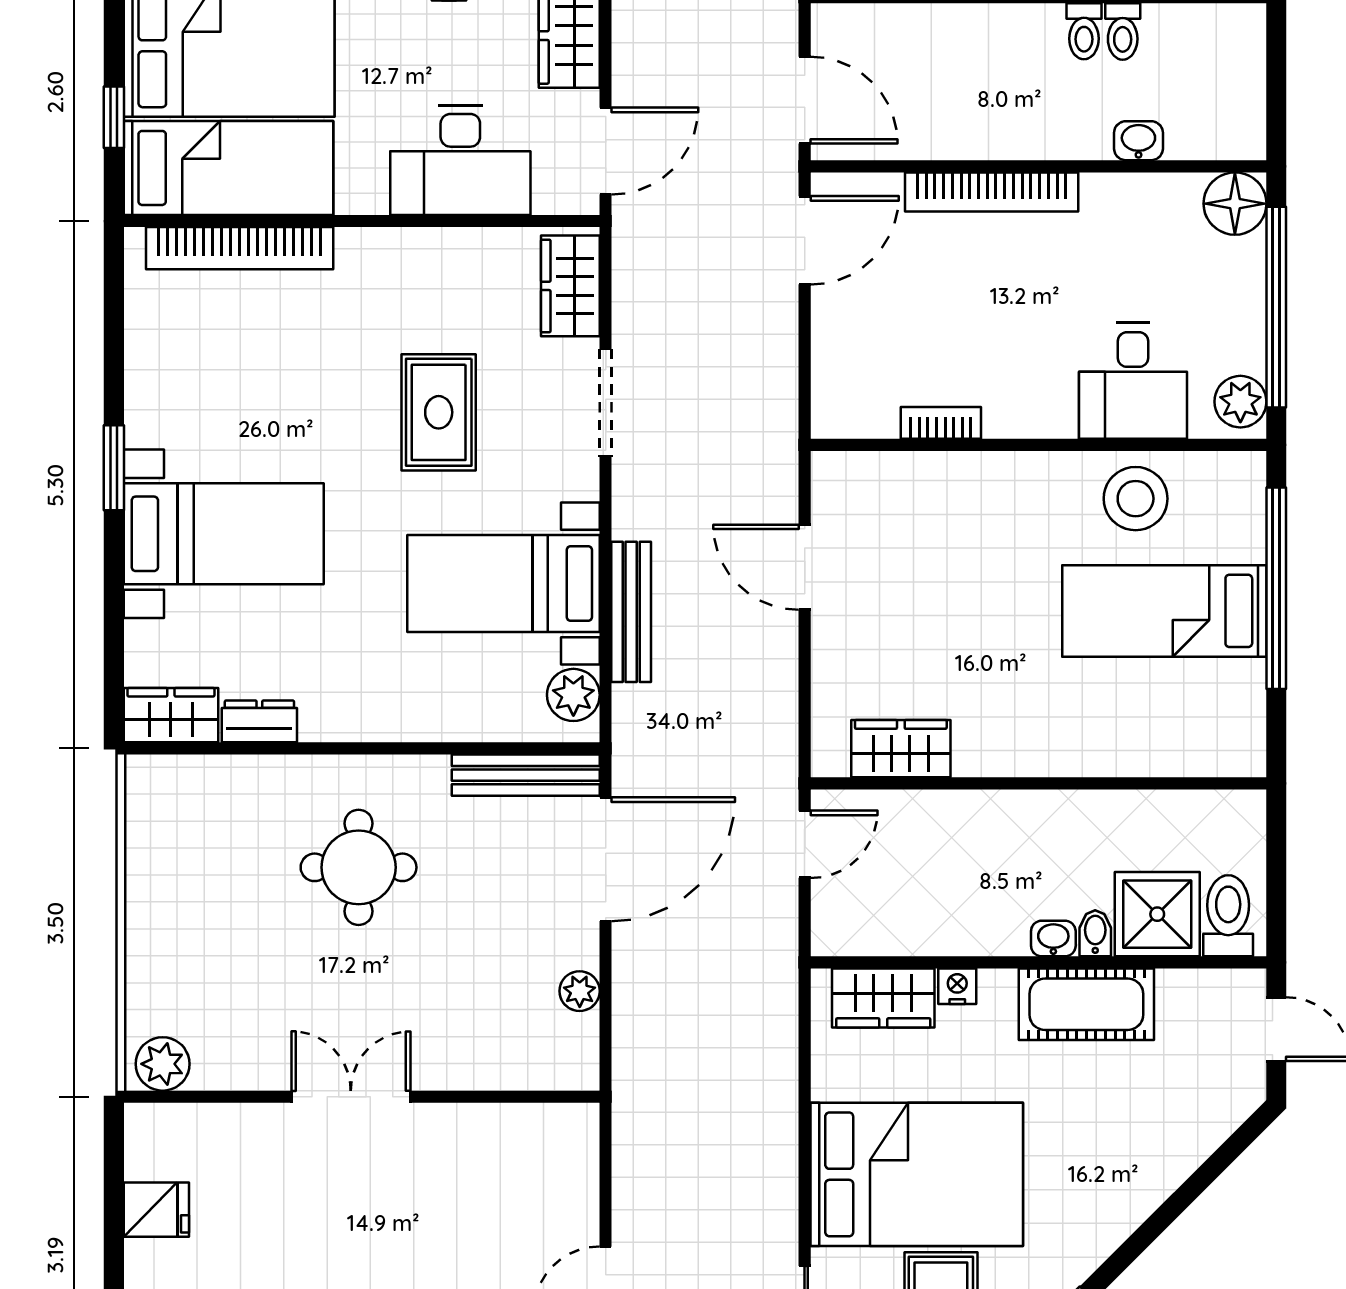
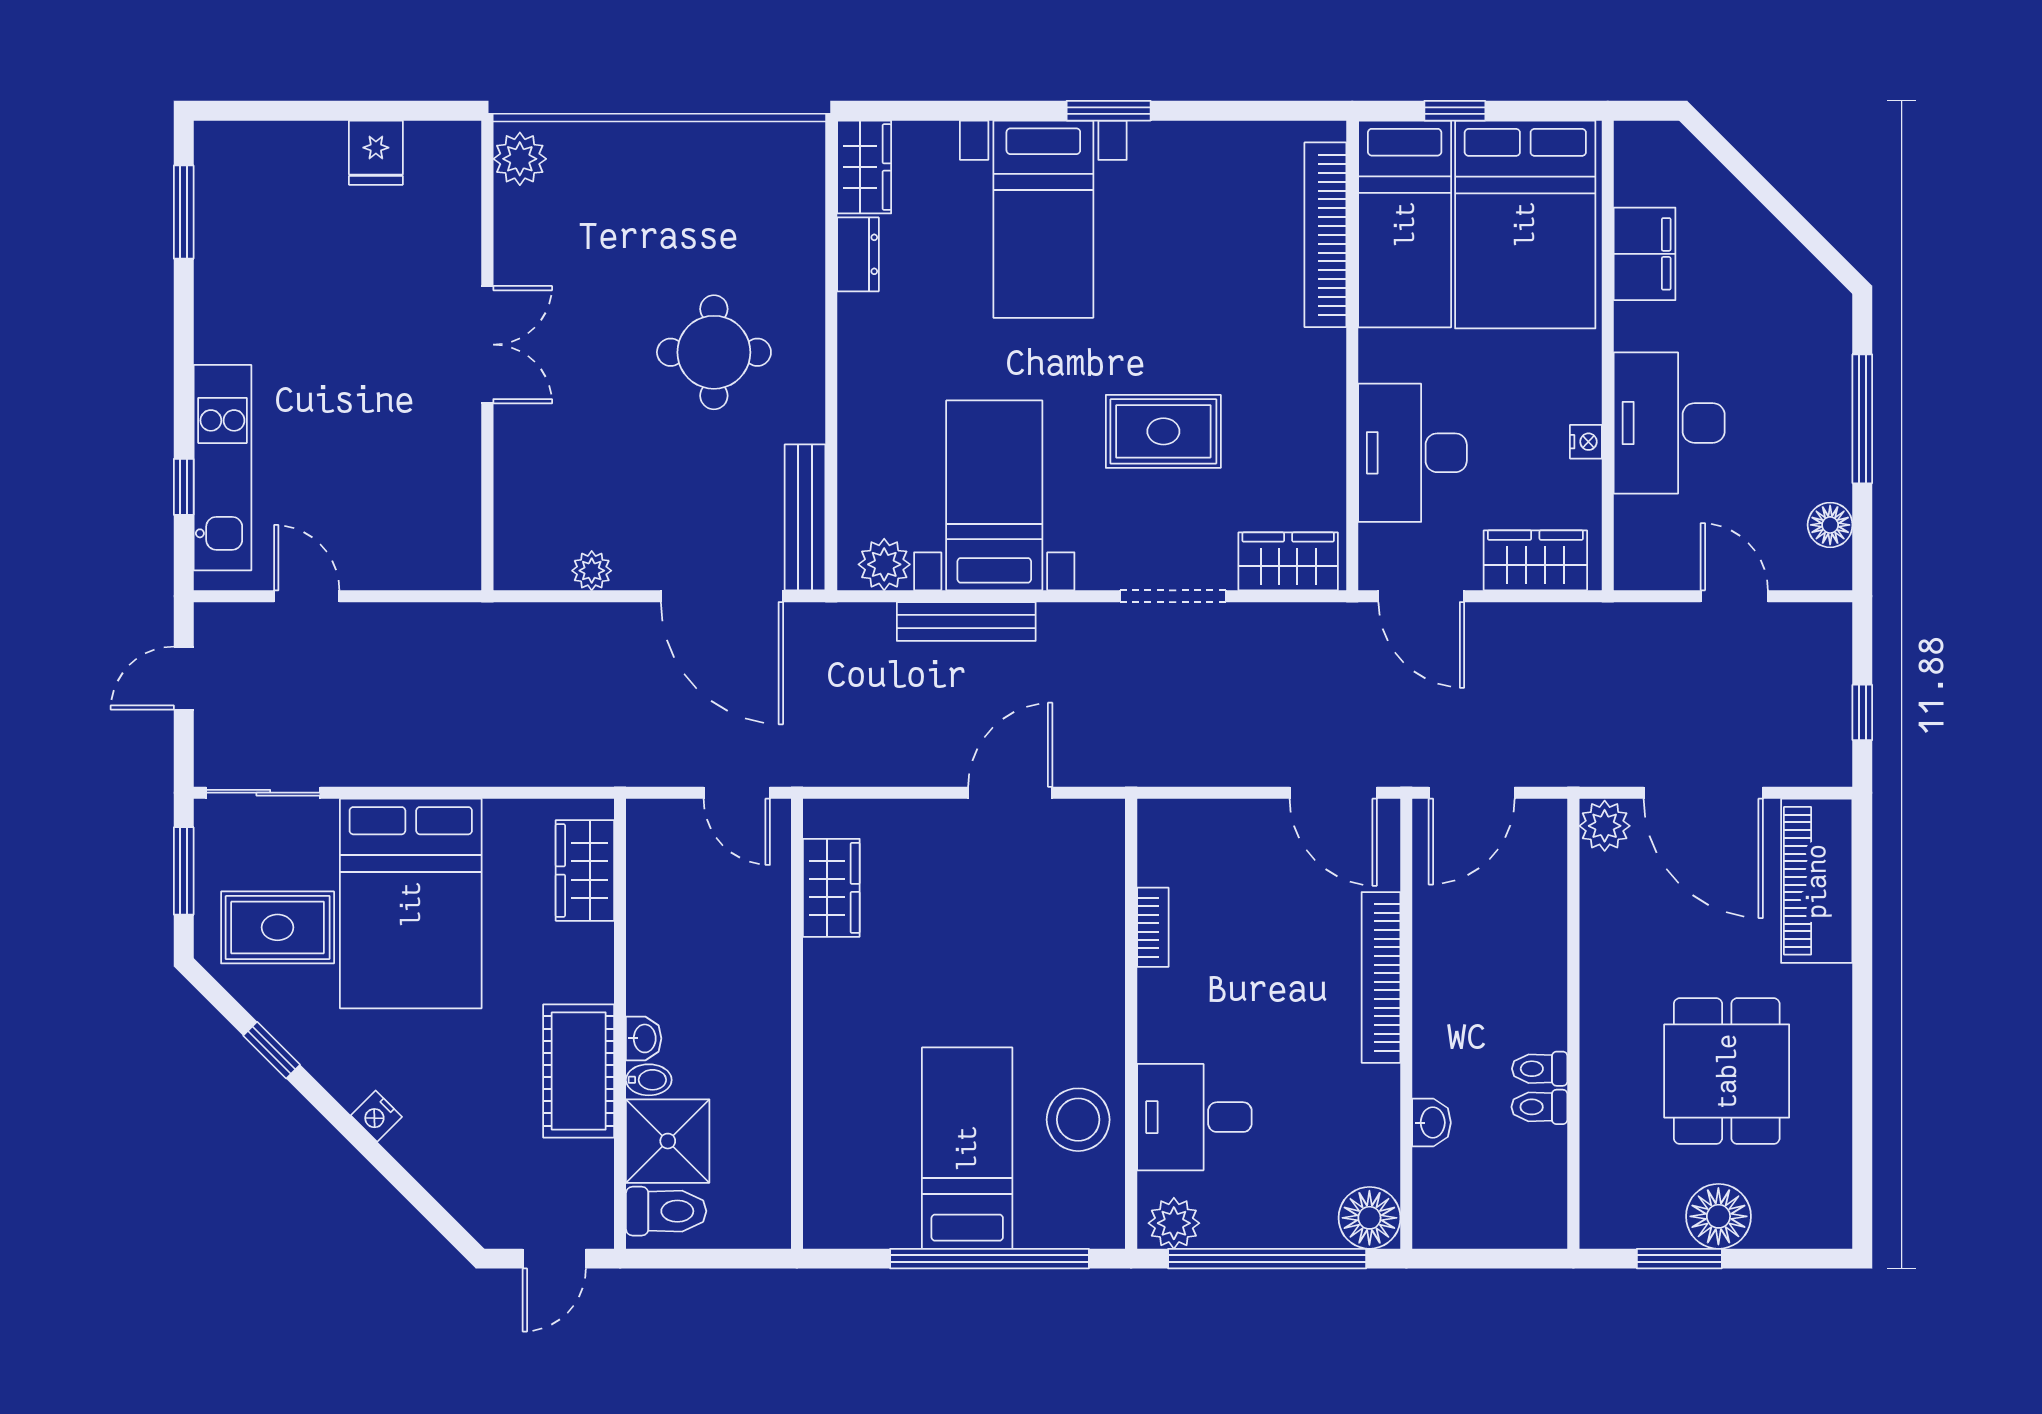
nightstand: (957, 986) -> (376, 1116), moved, turned 135

